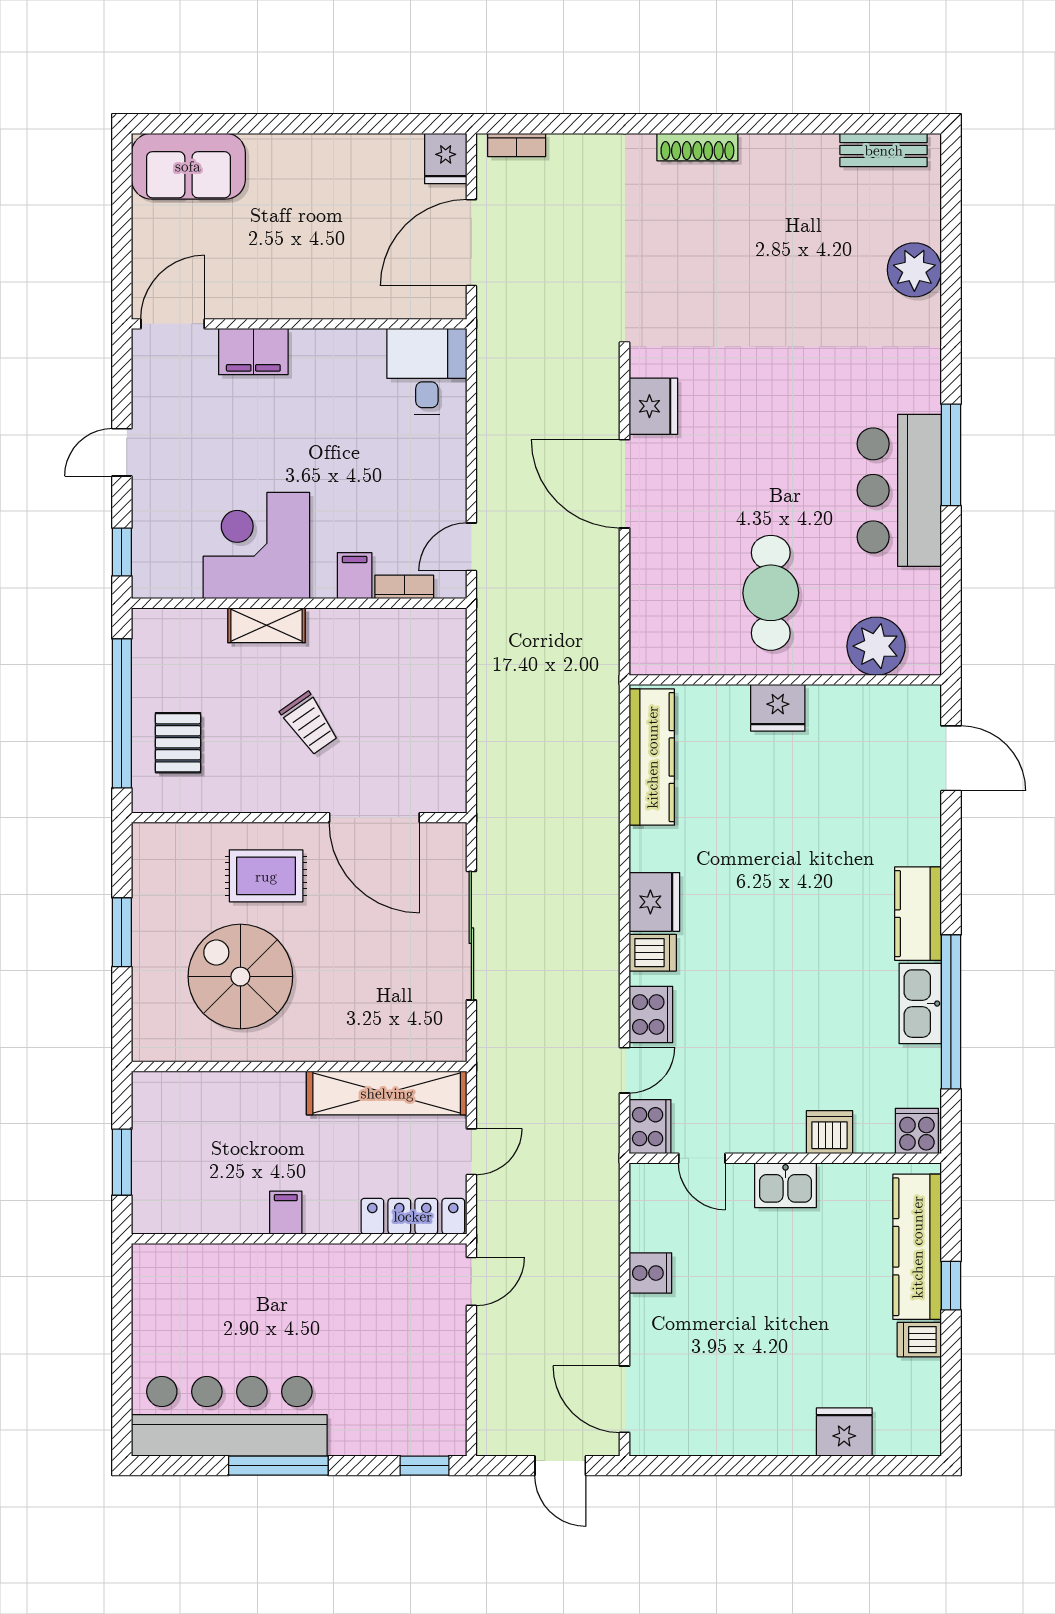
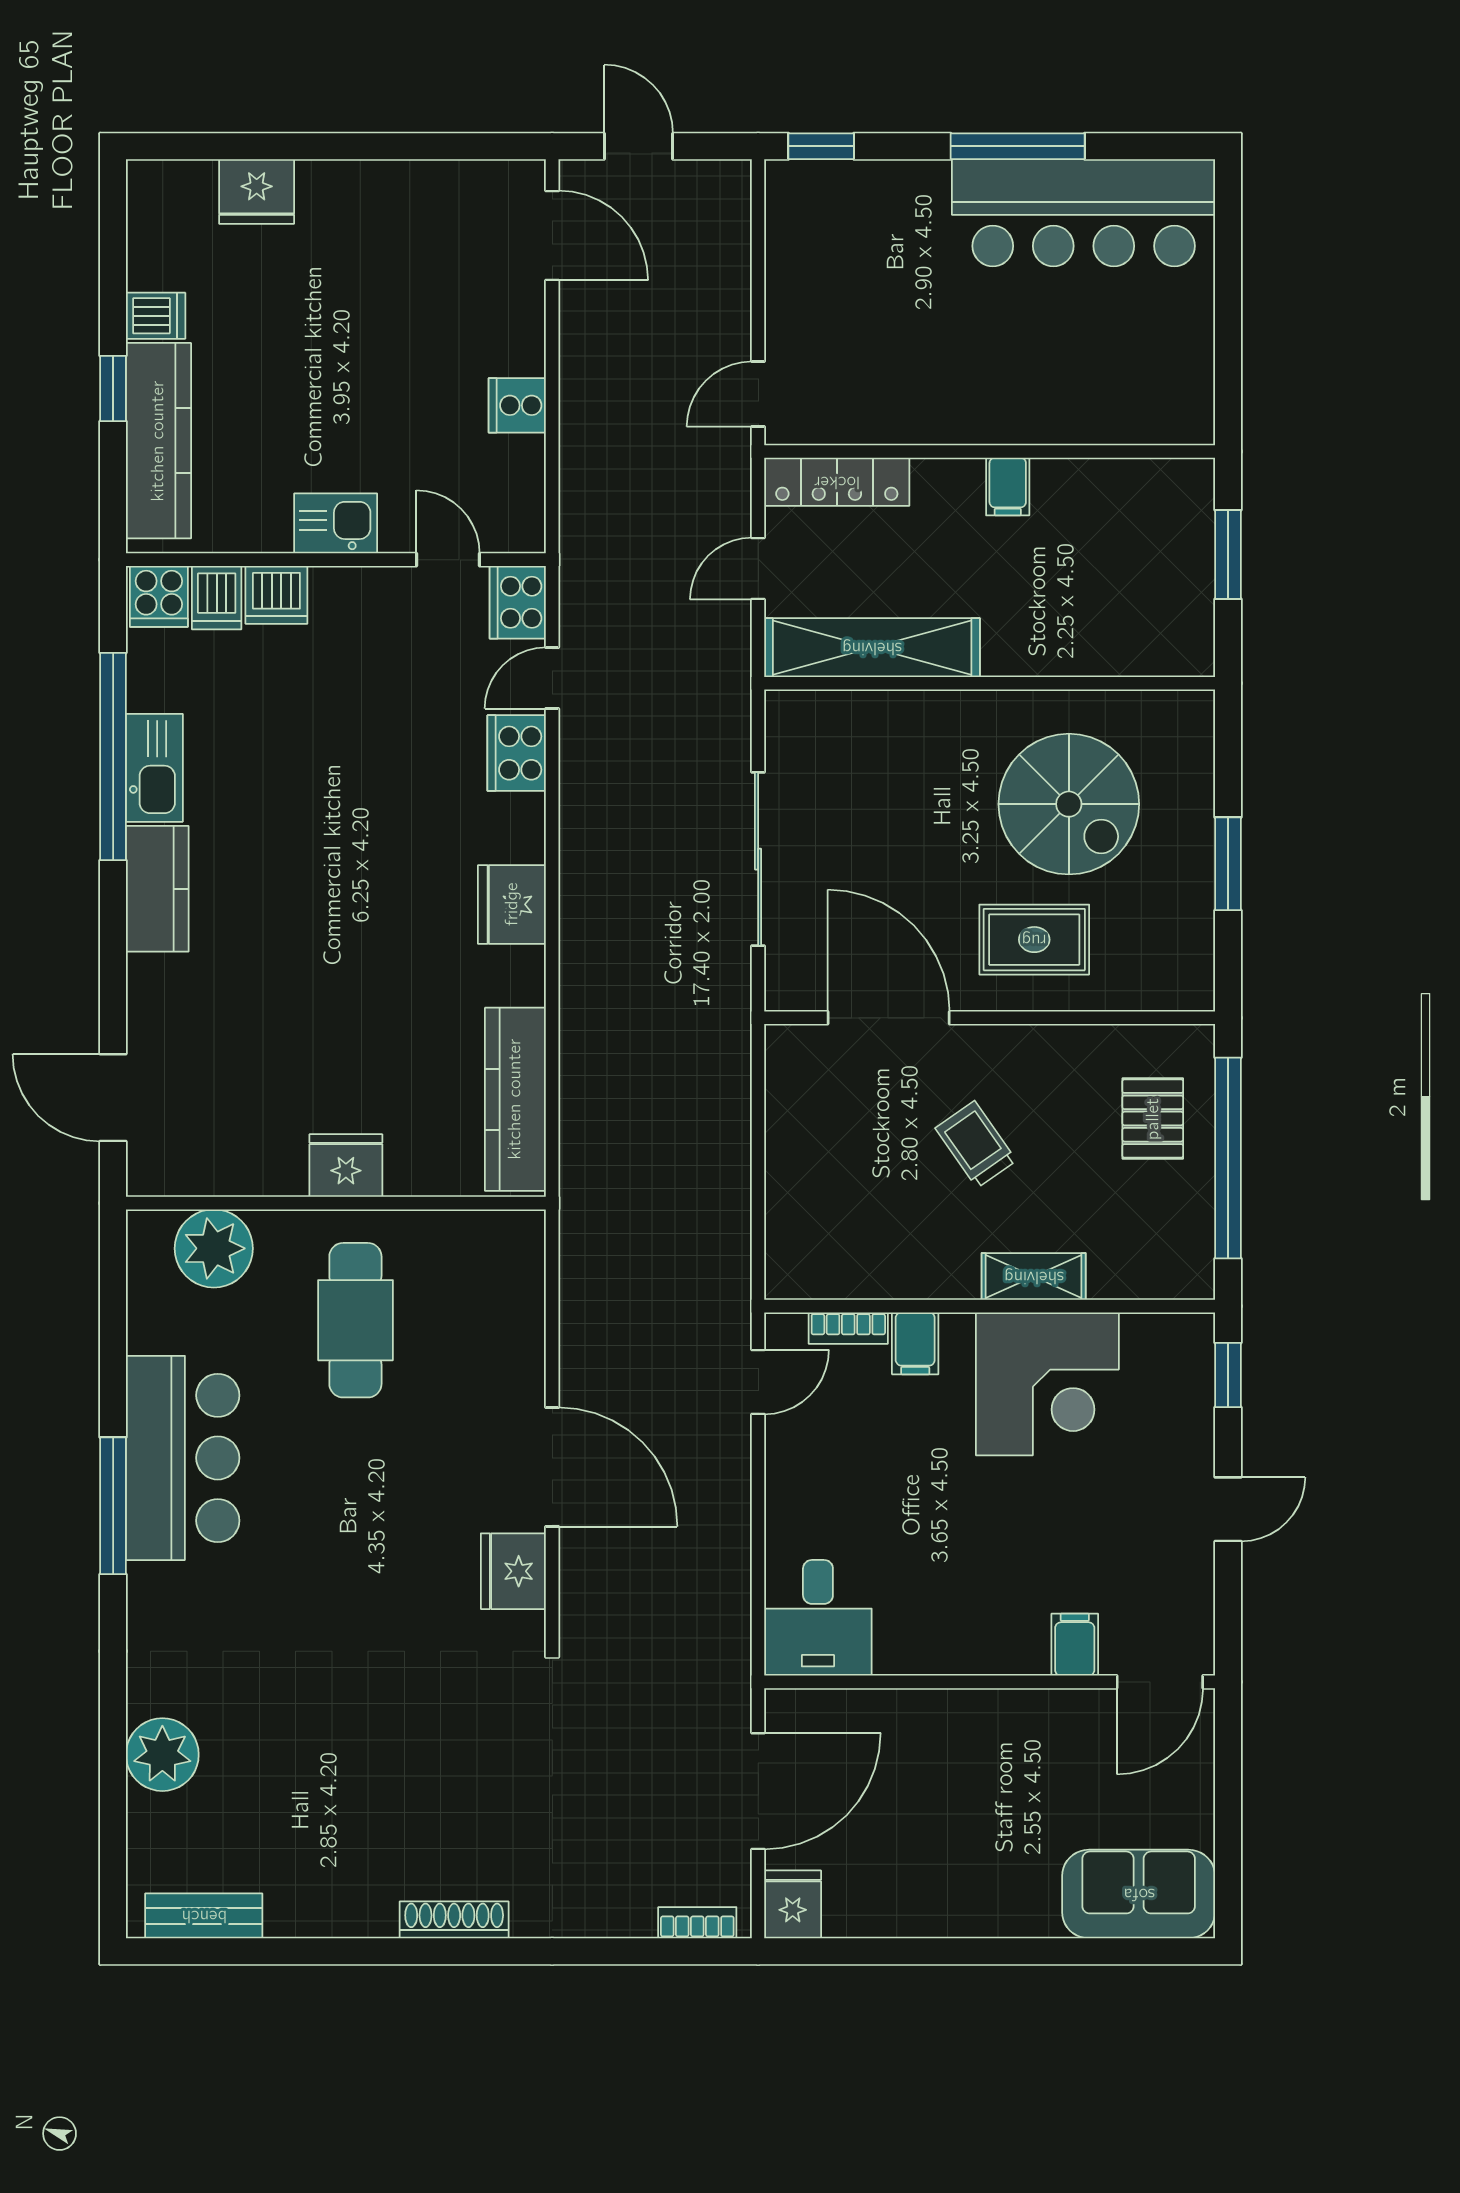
filing cabinet: (253, 352) -> (1075, 1645), width x0.50
dishwasher: (653, 953) -> (217, 598), moved, turned -90

